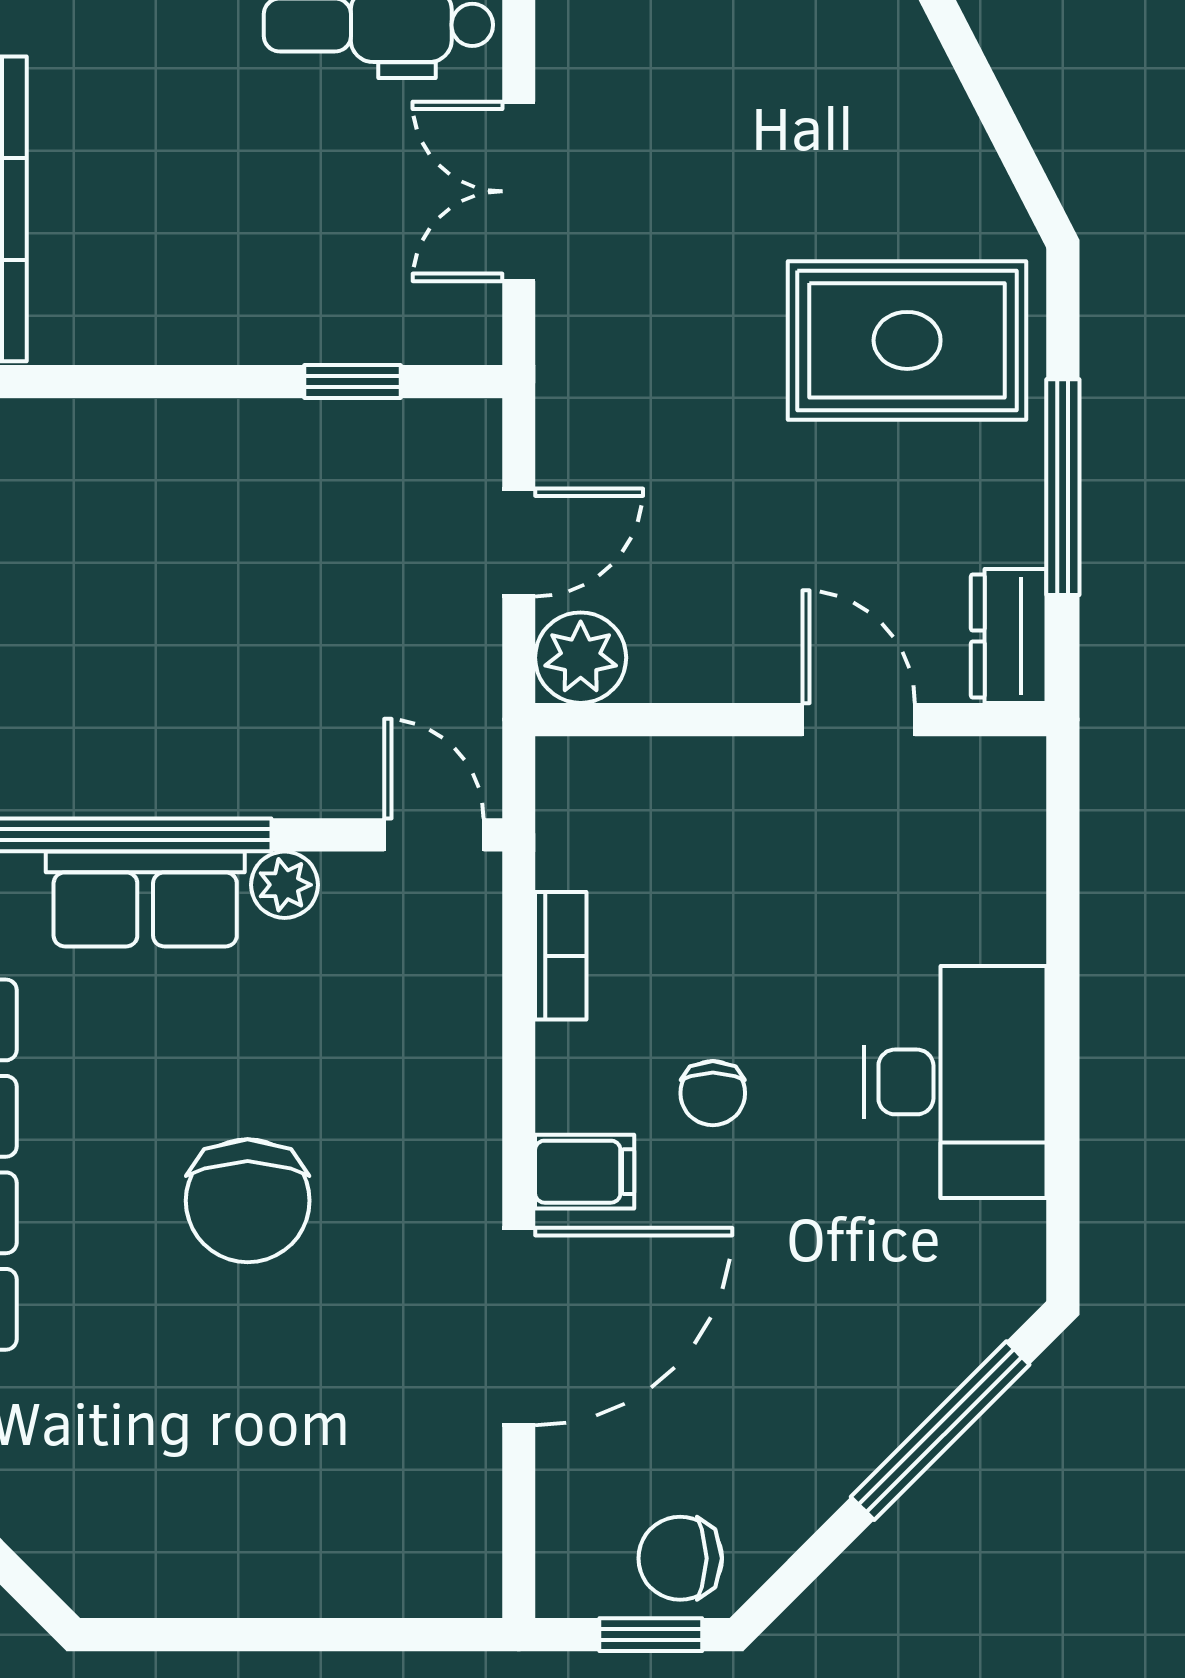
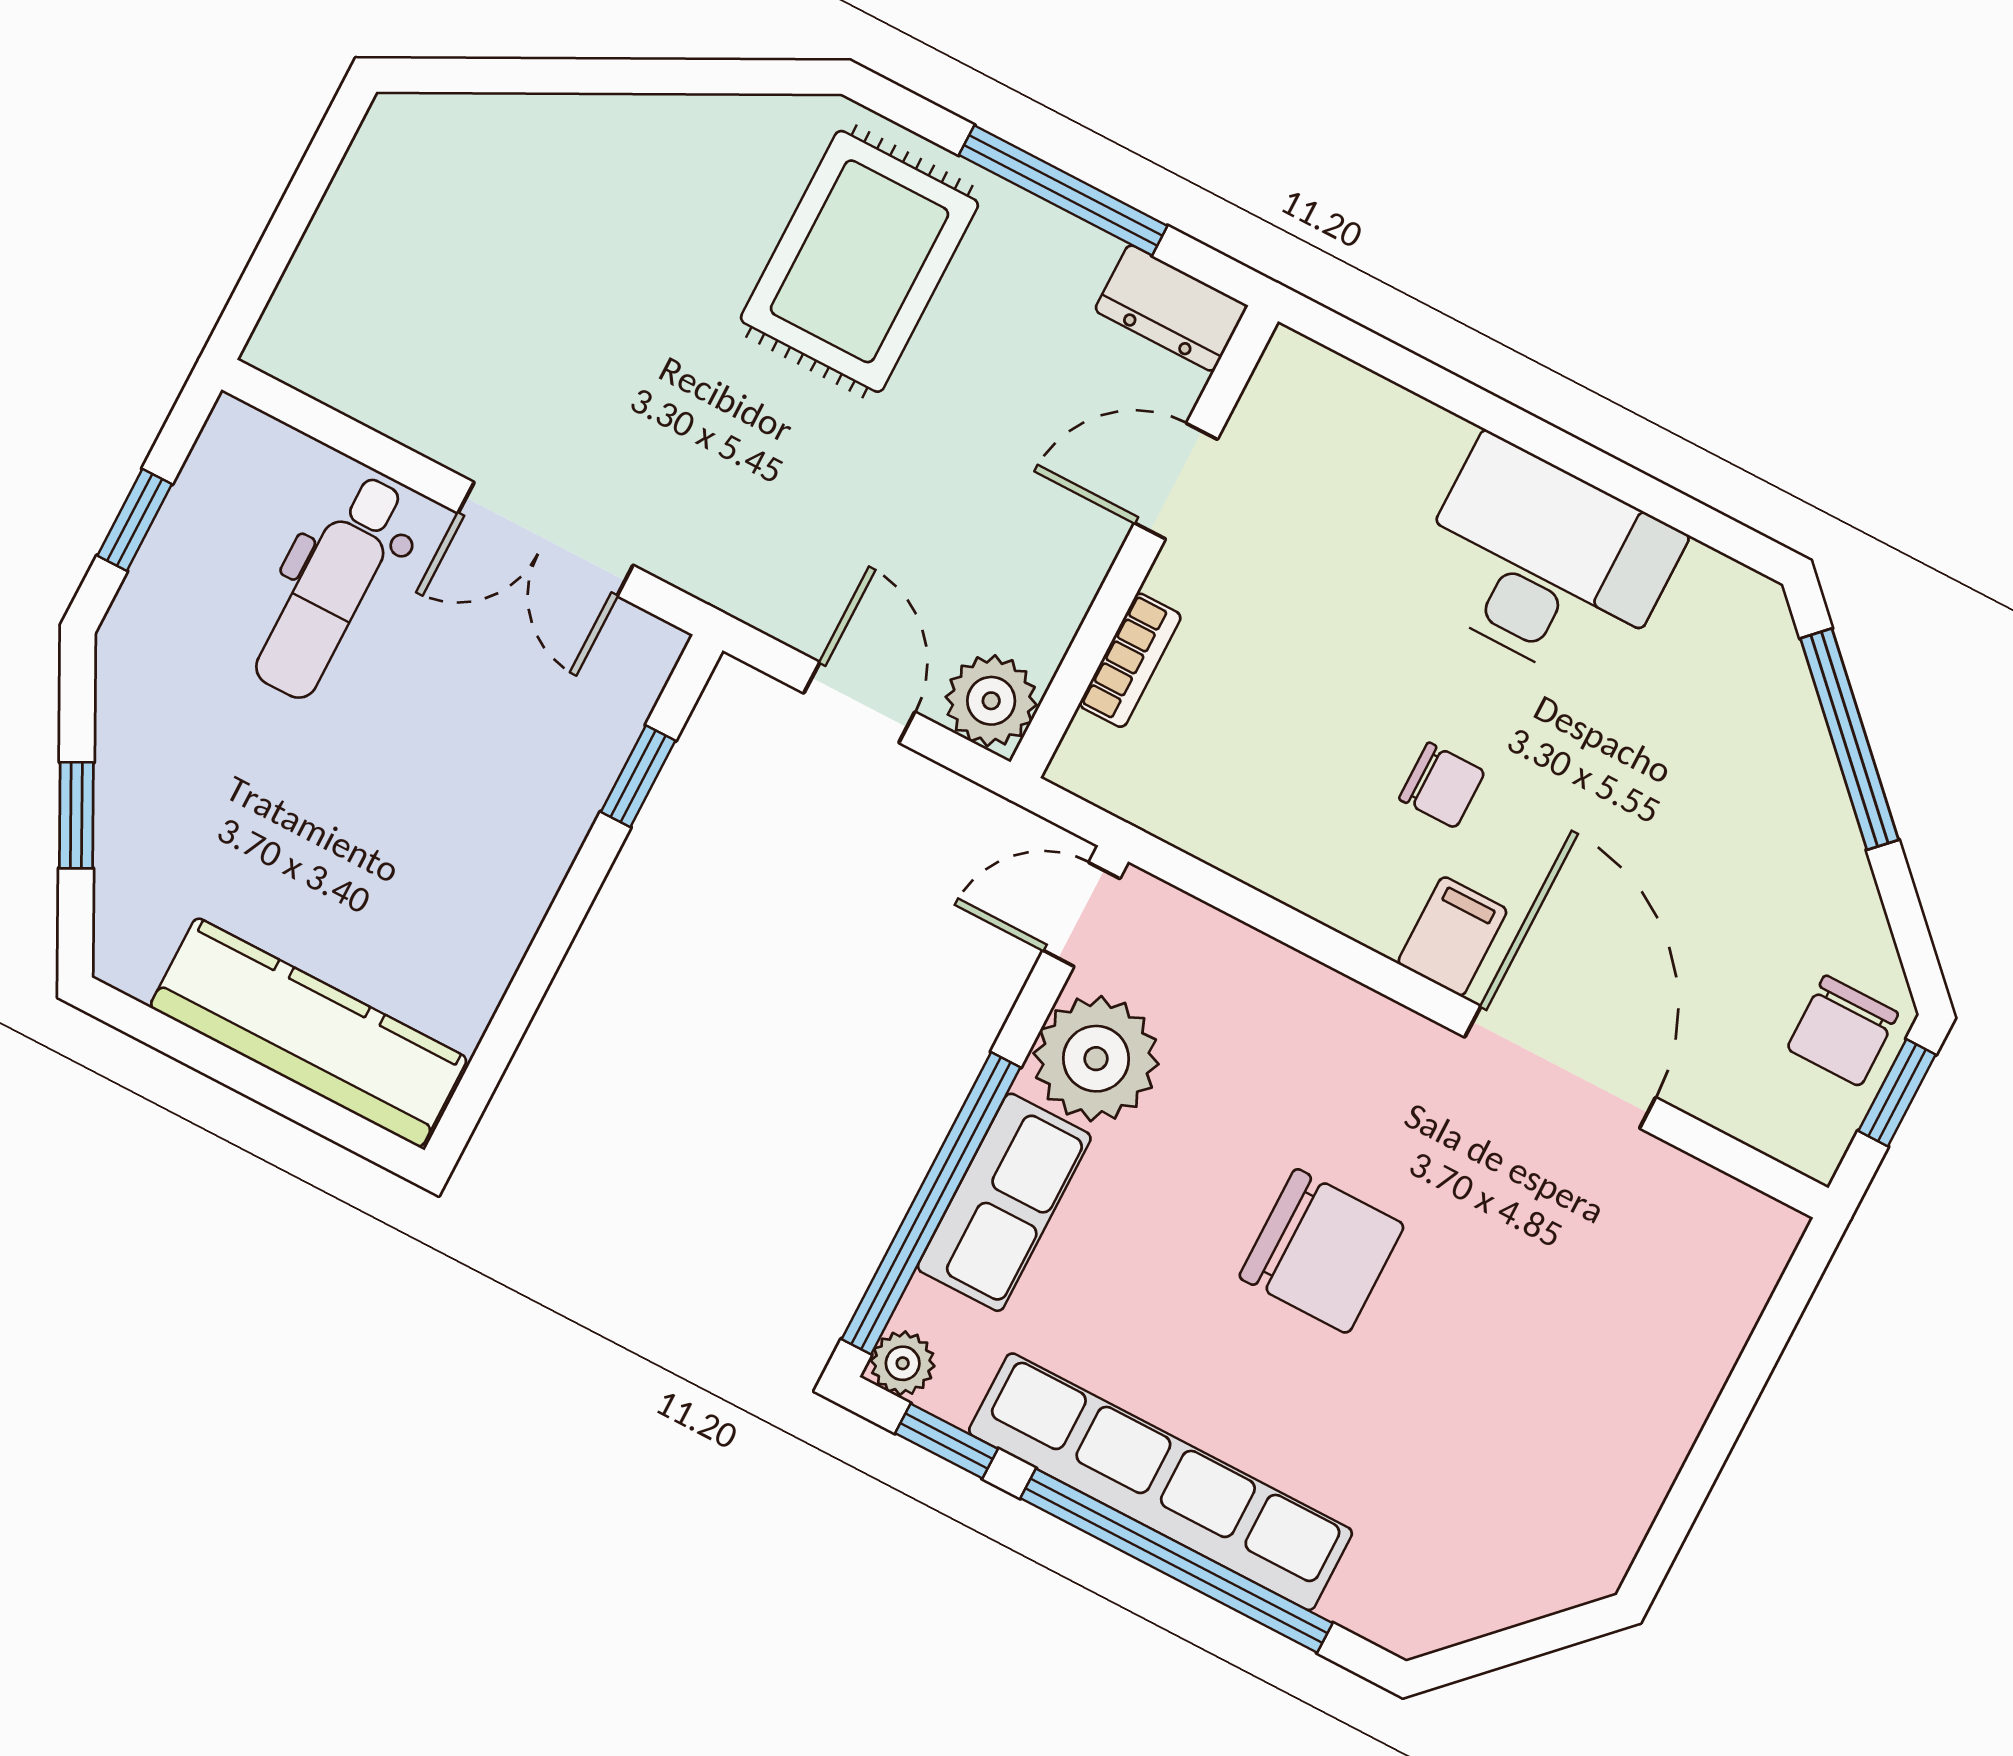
plant: (285, 885) -> (1096, 1059), width x1.88, depth x1.88
bookcase: (561, 956) -> (1130, 660), moved, turned 90

